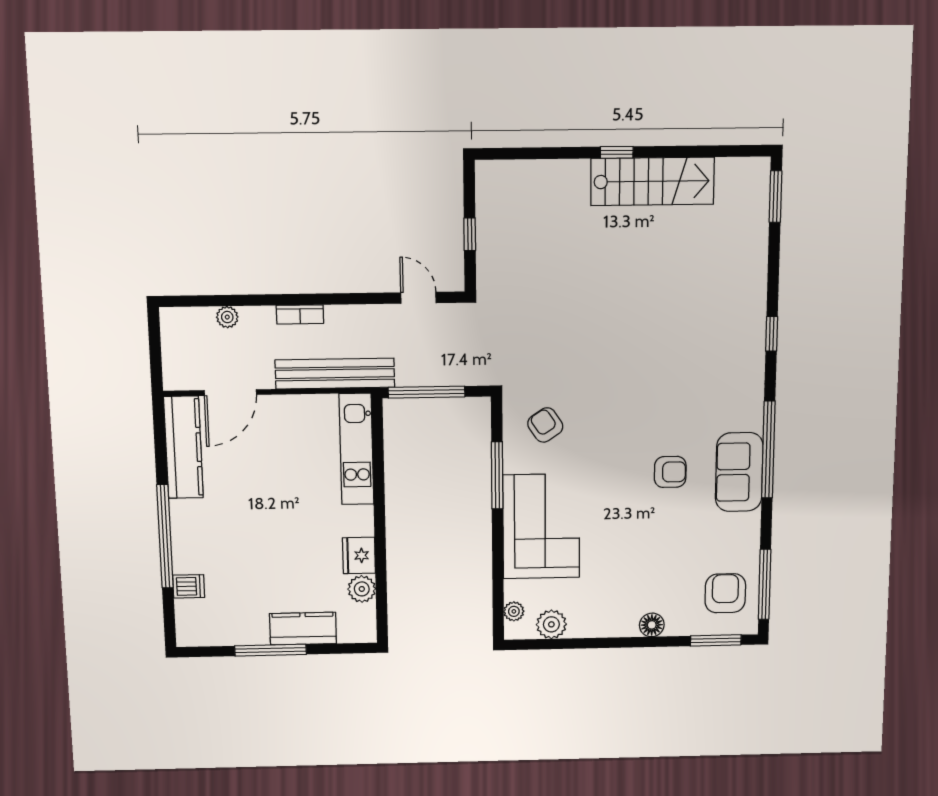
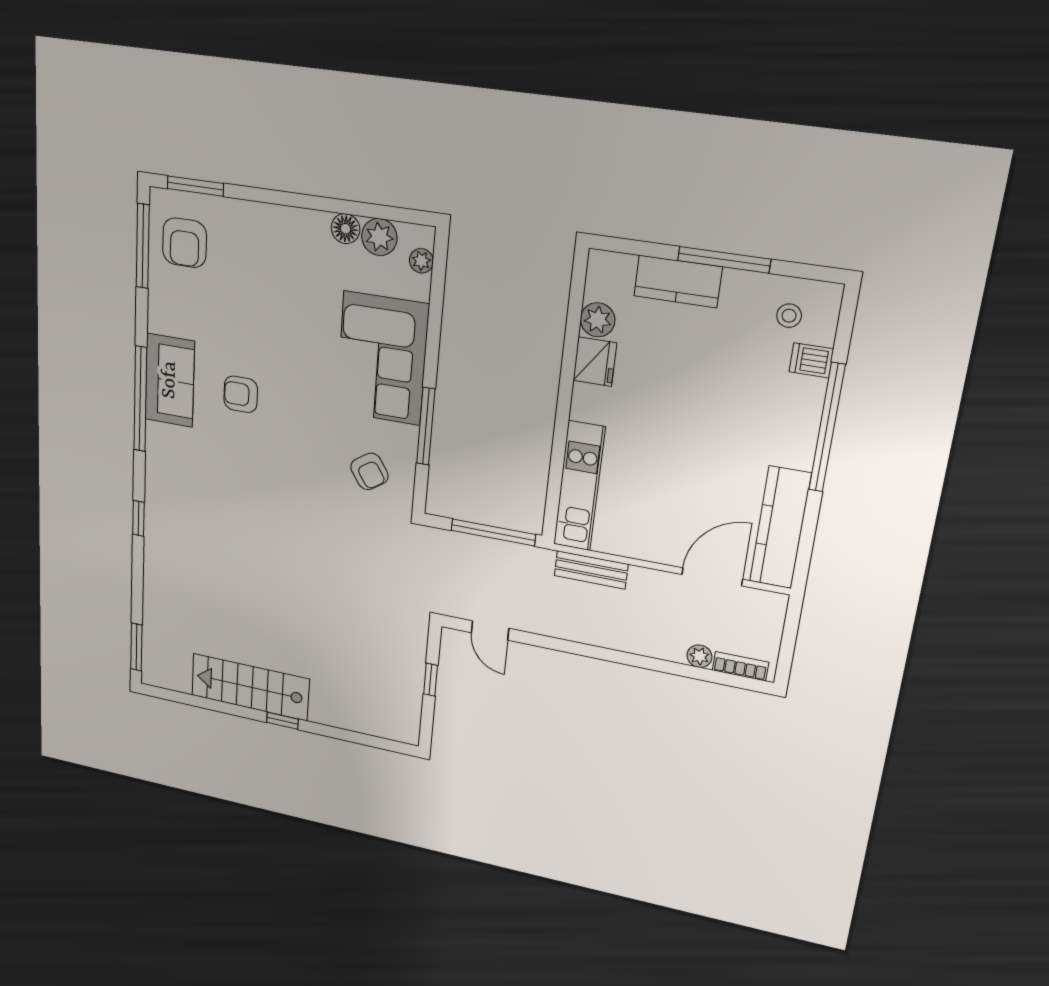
bookcase: (300, 314) -> (740, 666), moved
bench: (335, 374) -> (591, 570), width x0.54, depth x0.82
stool: (213, 617) -> (789, 316), added
floor lamp: (652, 625) -> (346, 229), moved

